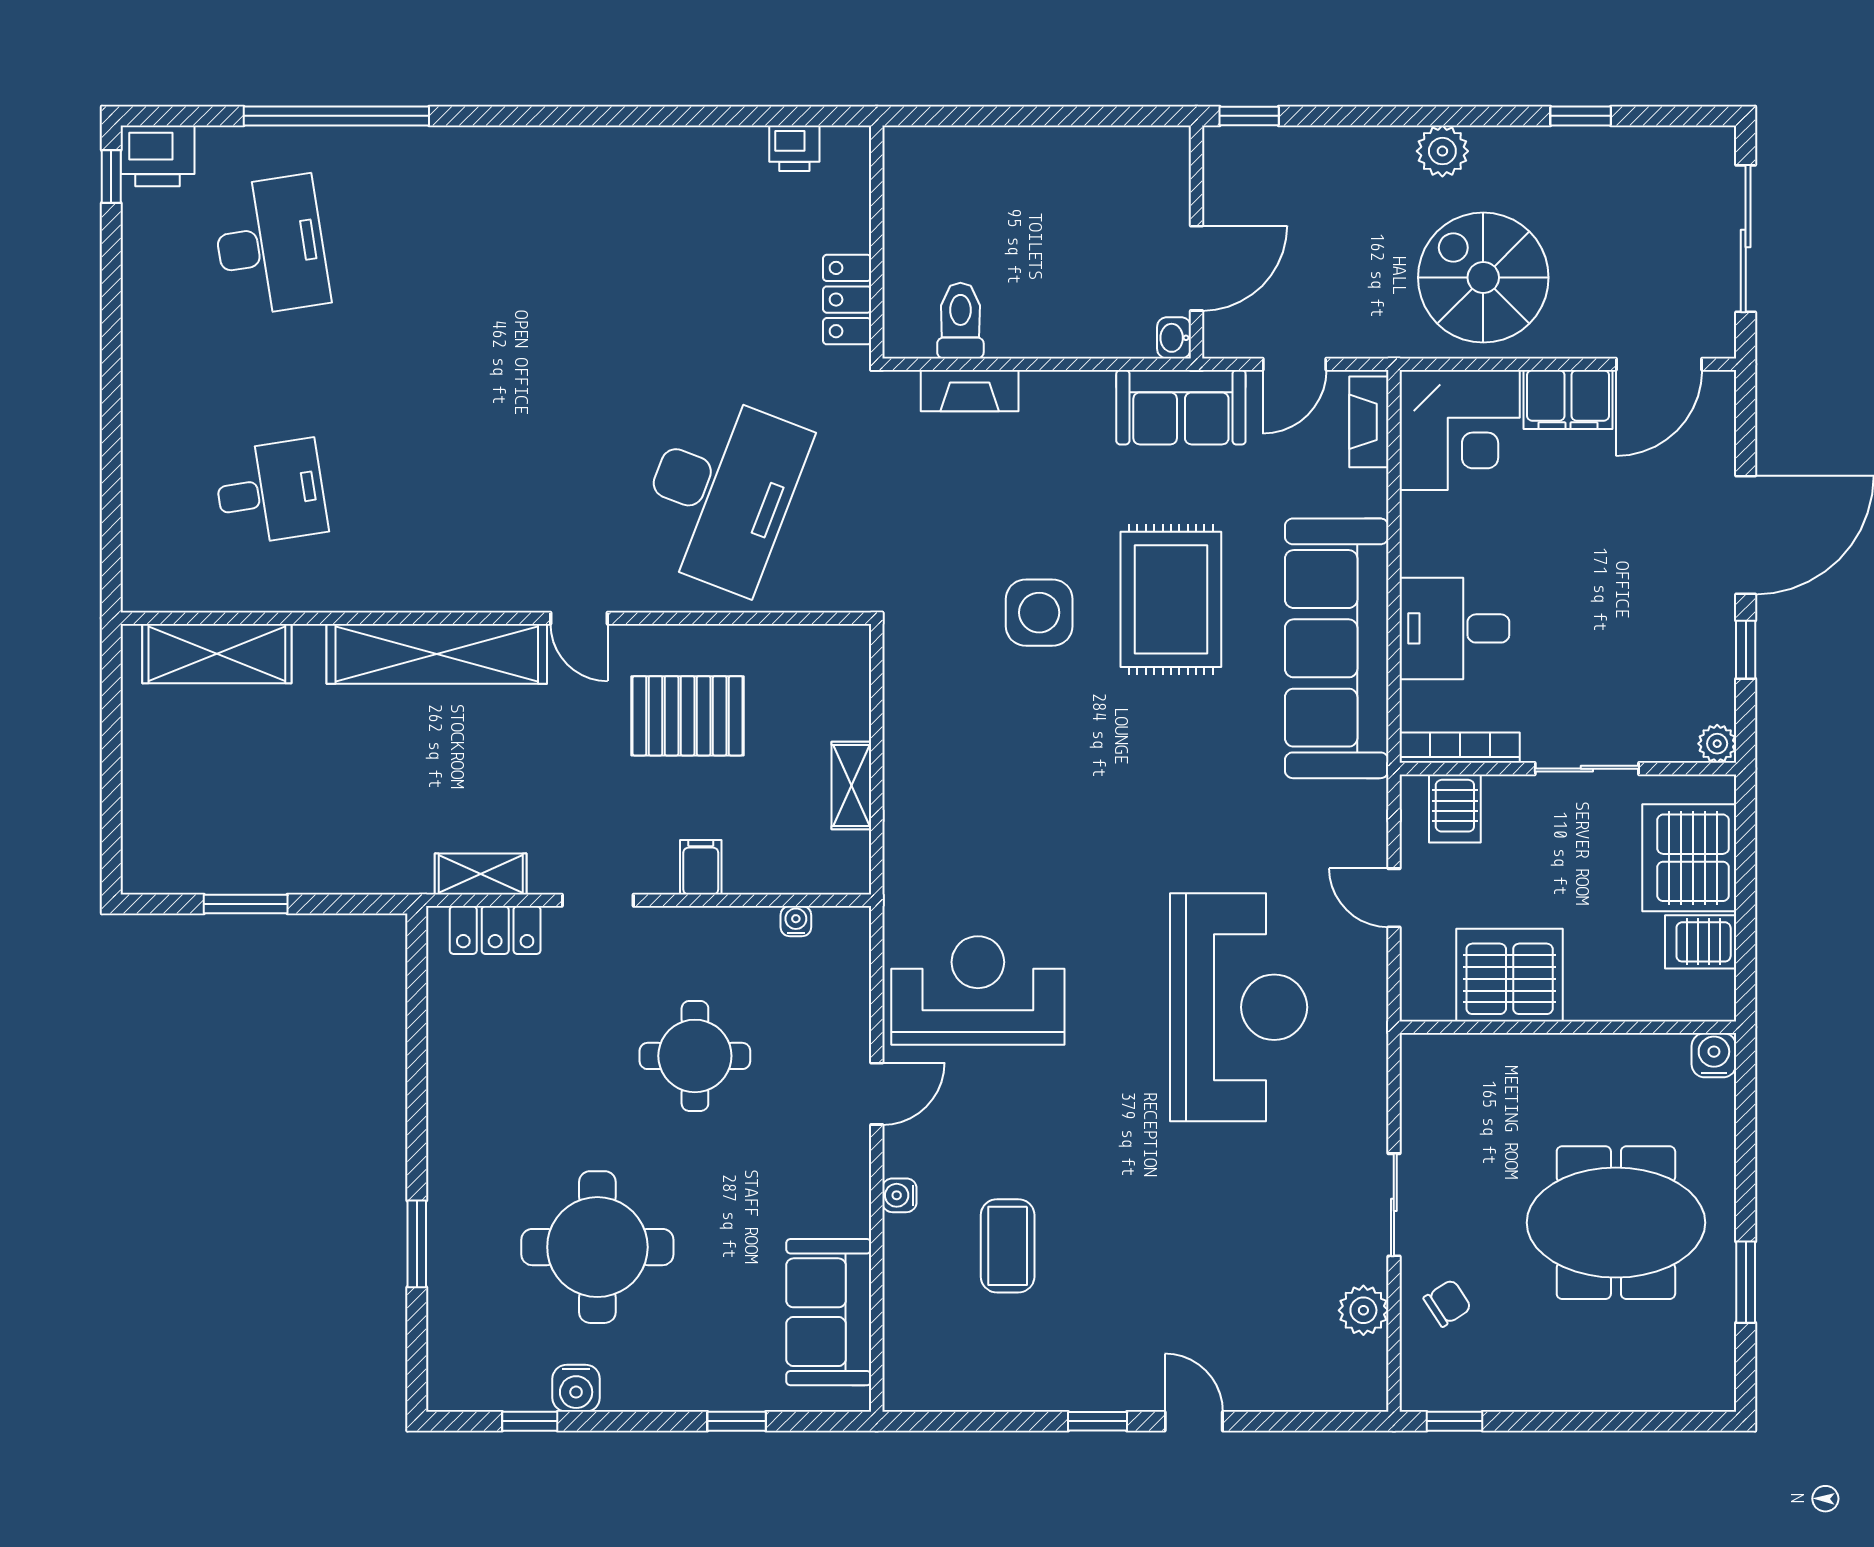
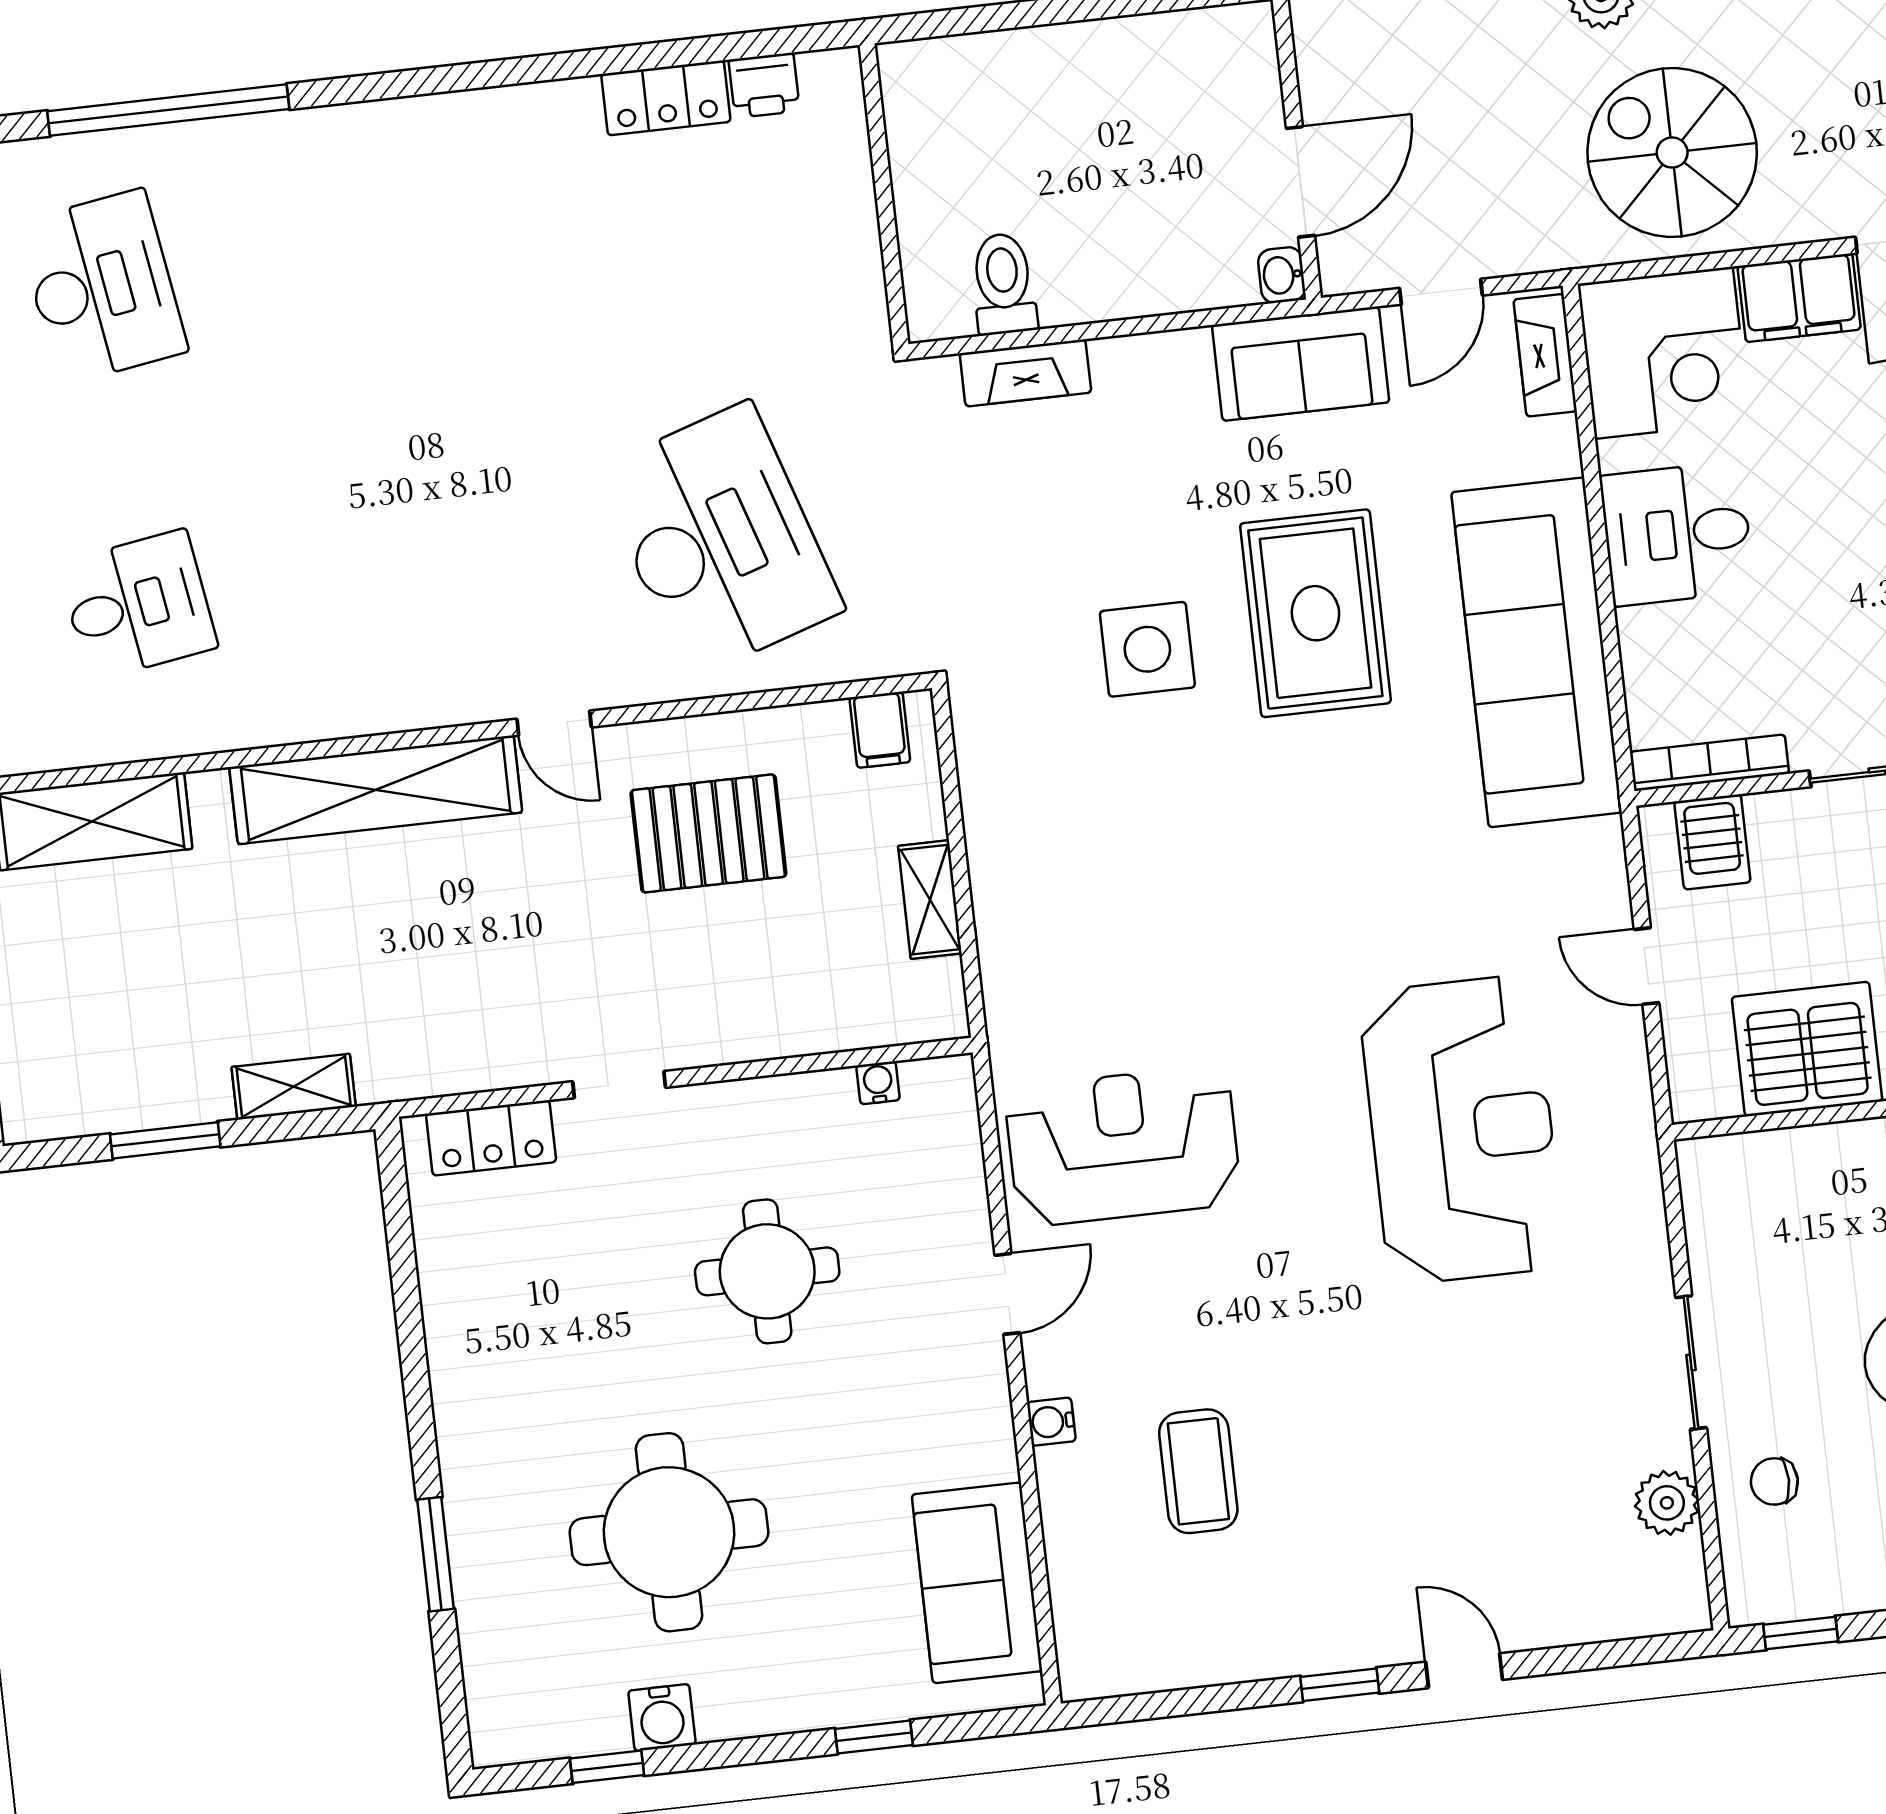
locker: (847, 300) -> (666, 98), moved, turned -90
desk: (721, 492) -> (720, 540), turned -39
desk: (1454, 628) -> (1677, 534), moved
filing cabinet: (701, 867) -> (880, 730), moved, turned 180
shelving: (481, 874) -> (294, 1087), moved
chair: (1447, 1303) -> (1774, 1481), turned -147

